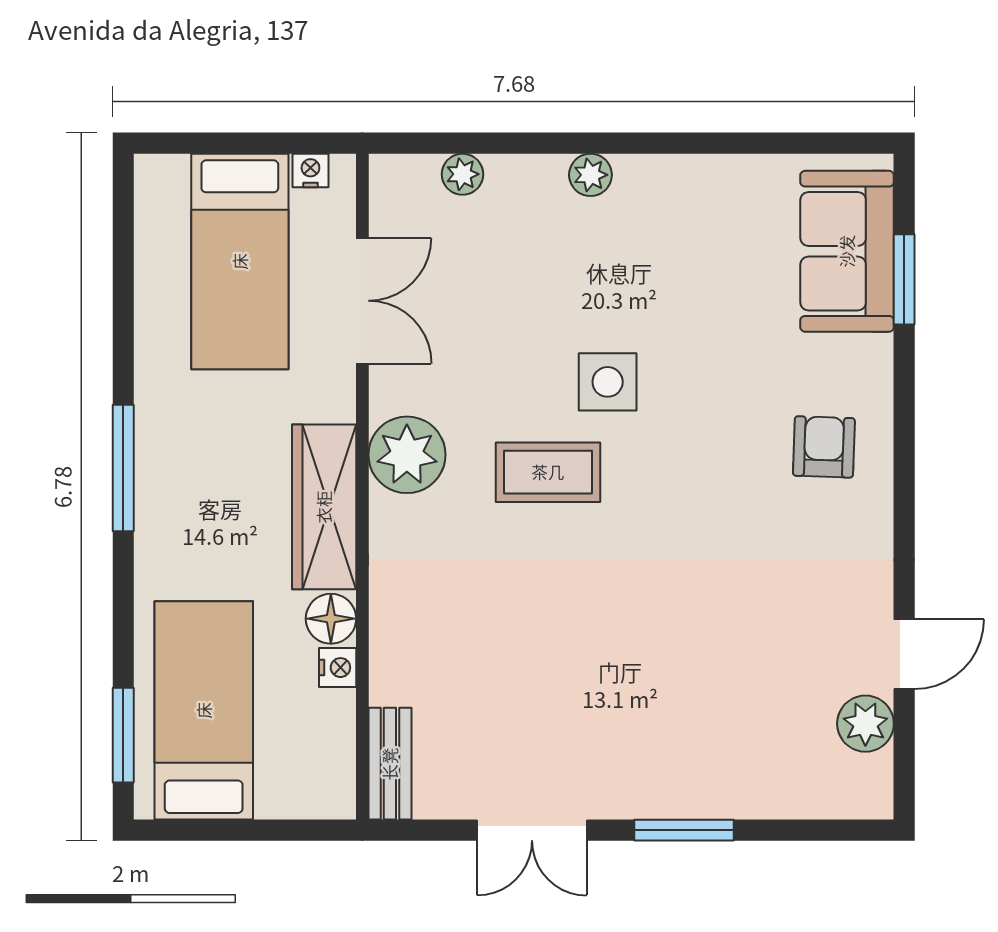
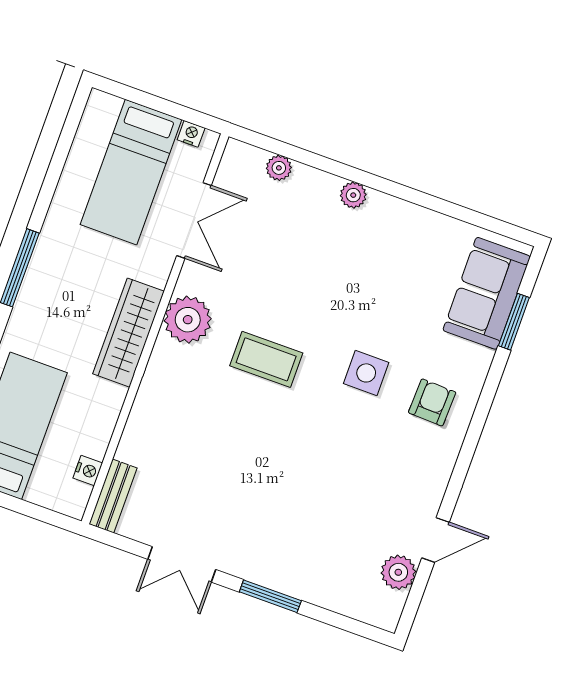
side table: (608, 382) -> (366, 373), moved
floor lamp: (331, 619) -> (109, 399), removed
nightstand: (338, 668) -> (88, 470), moved

